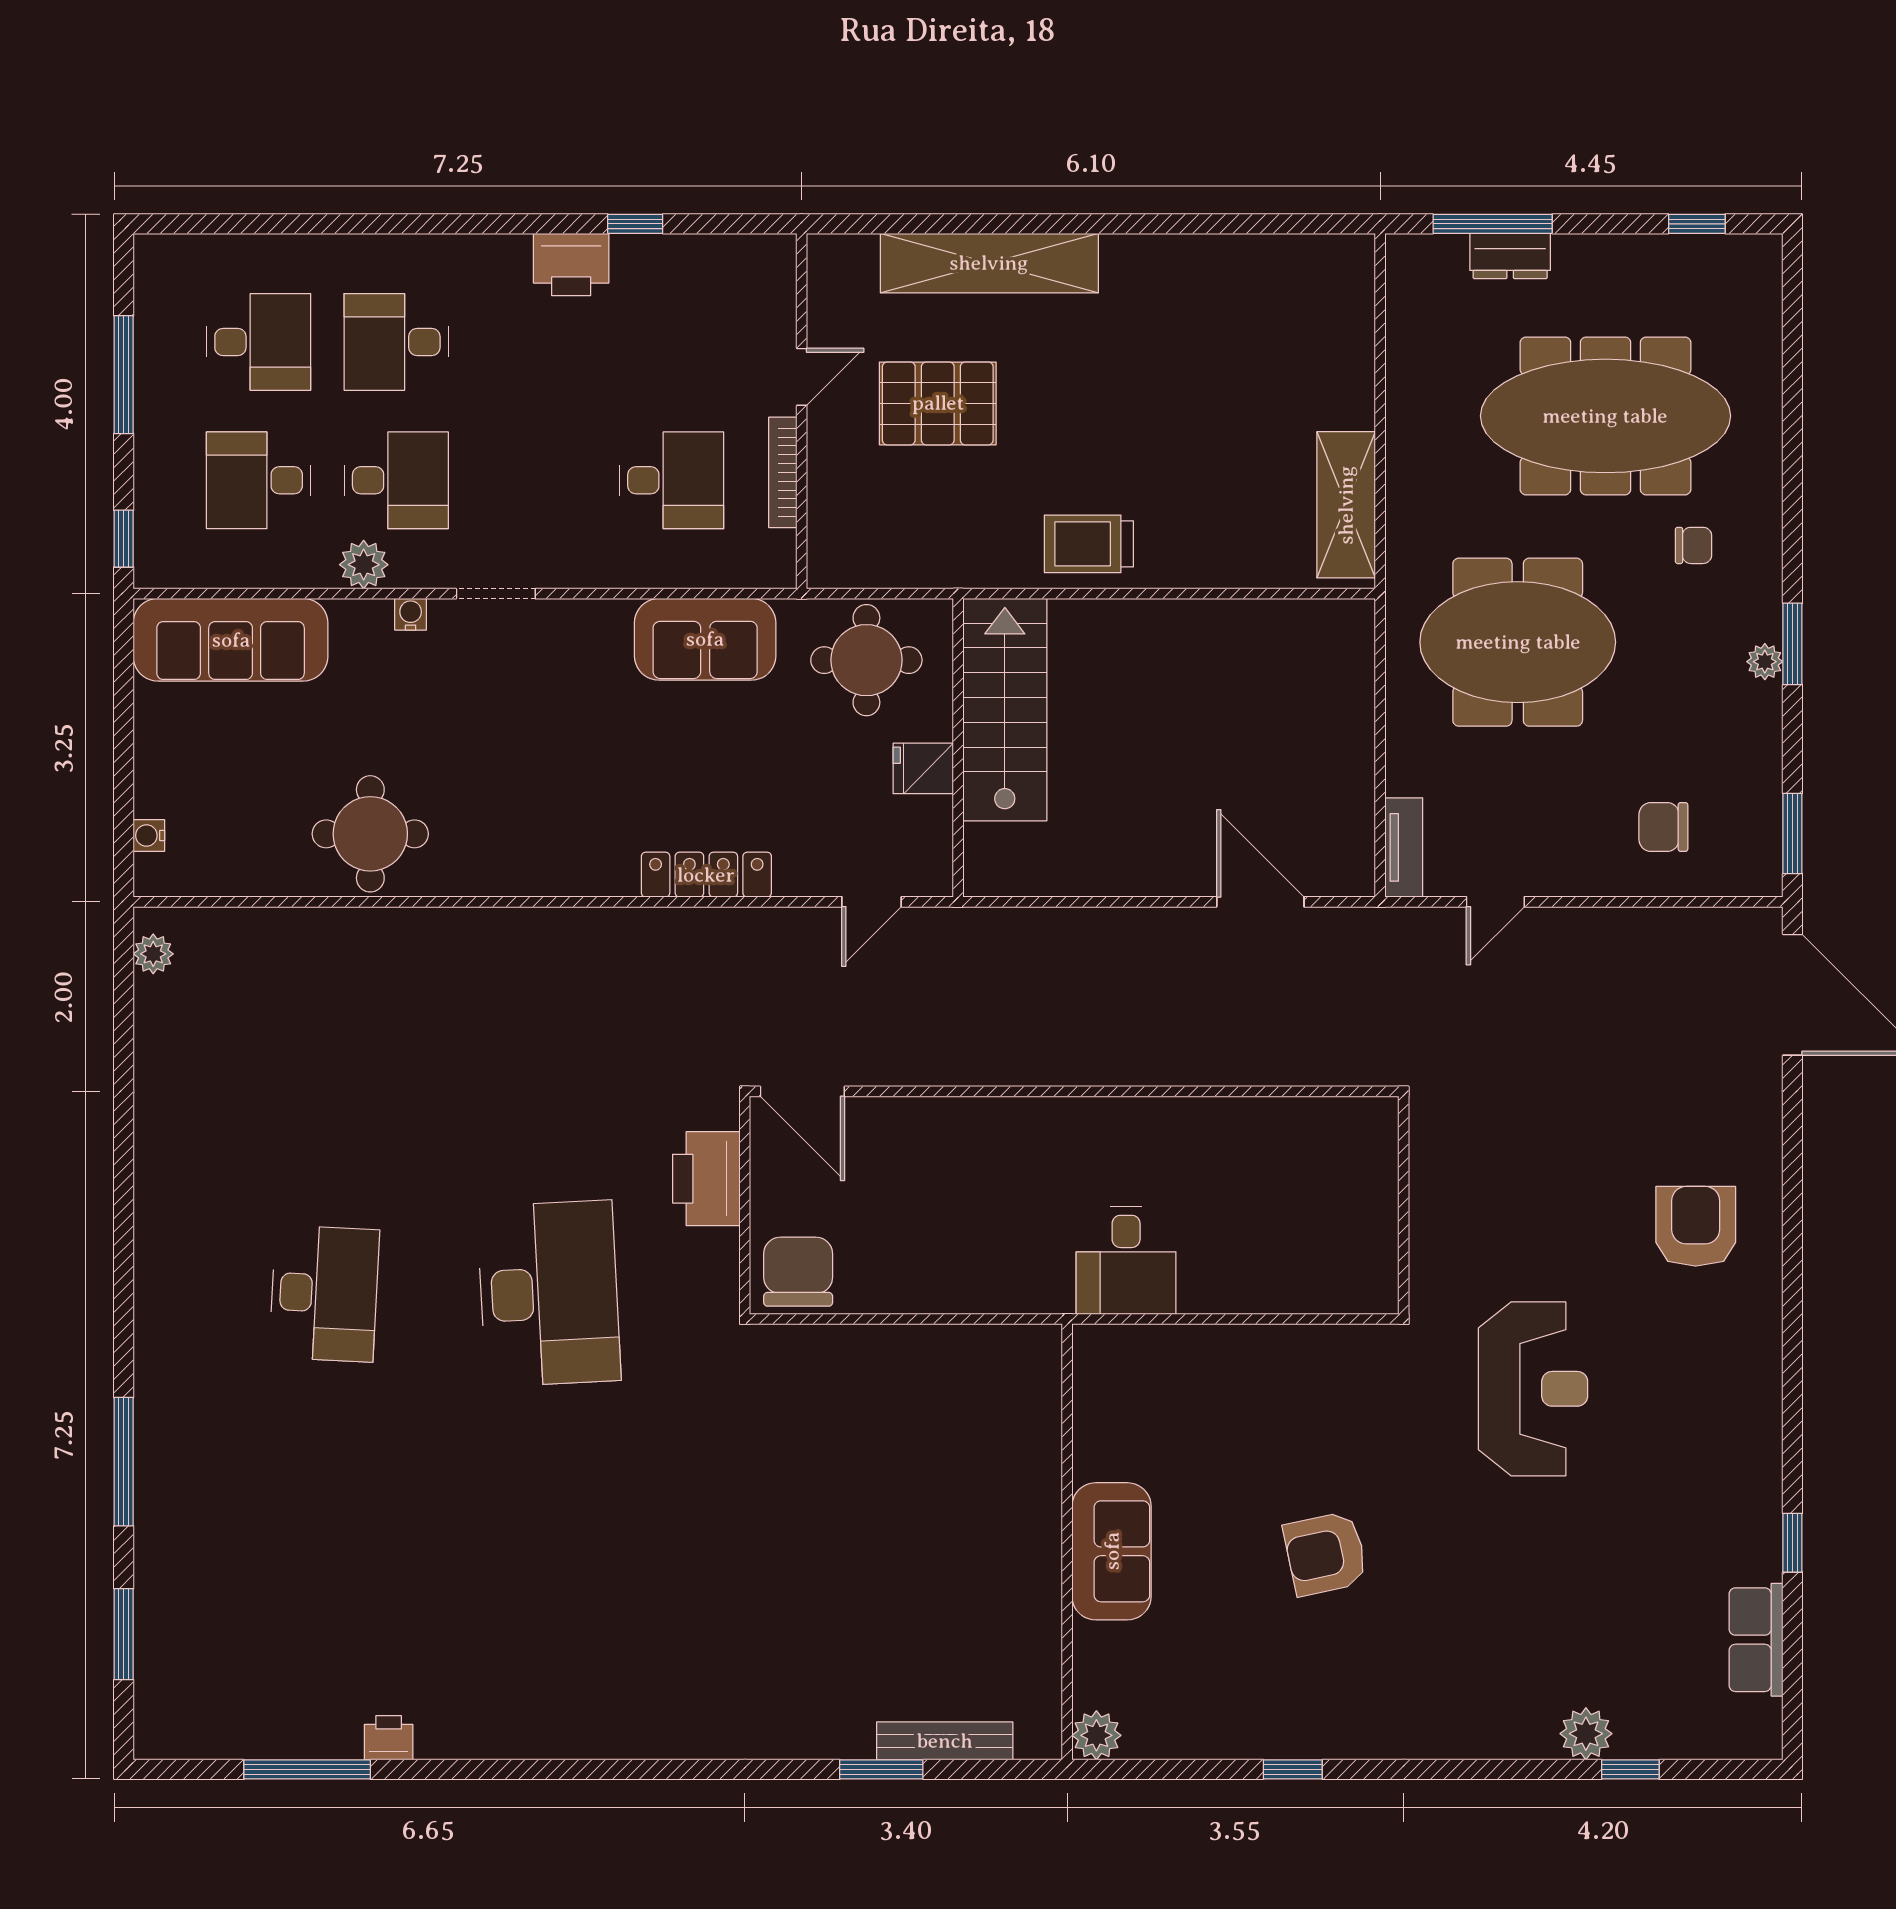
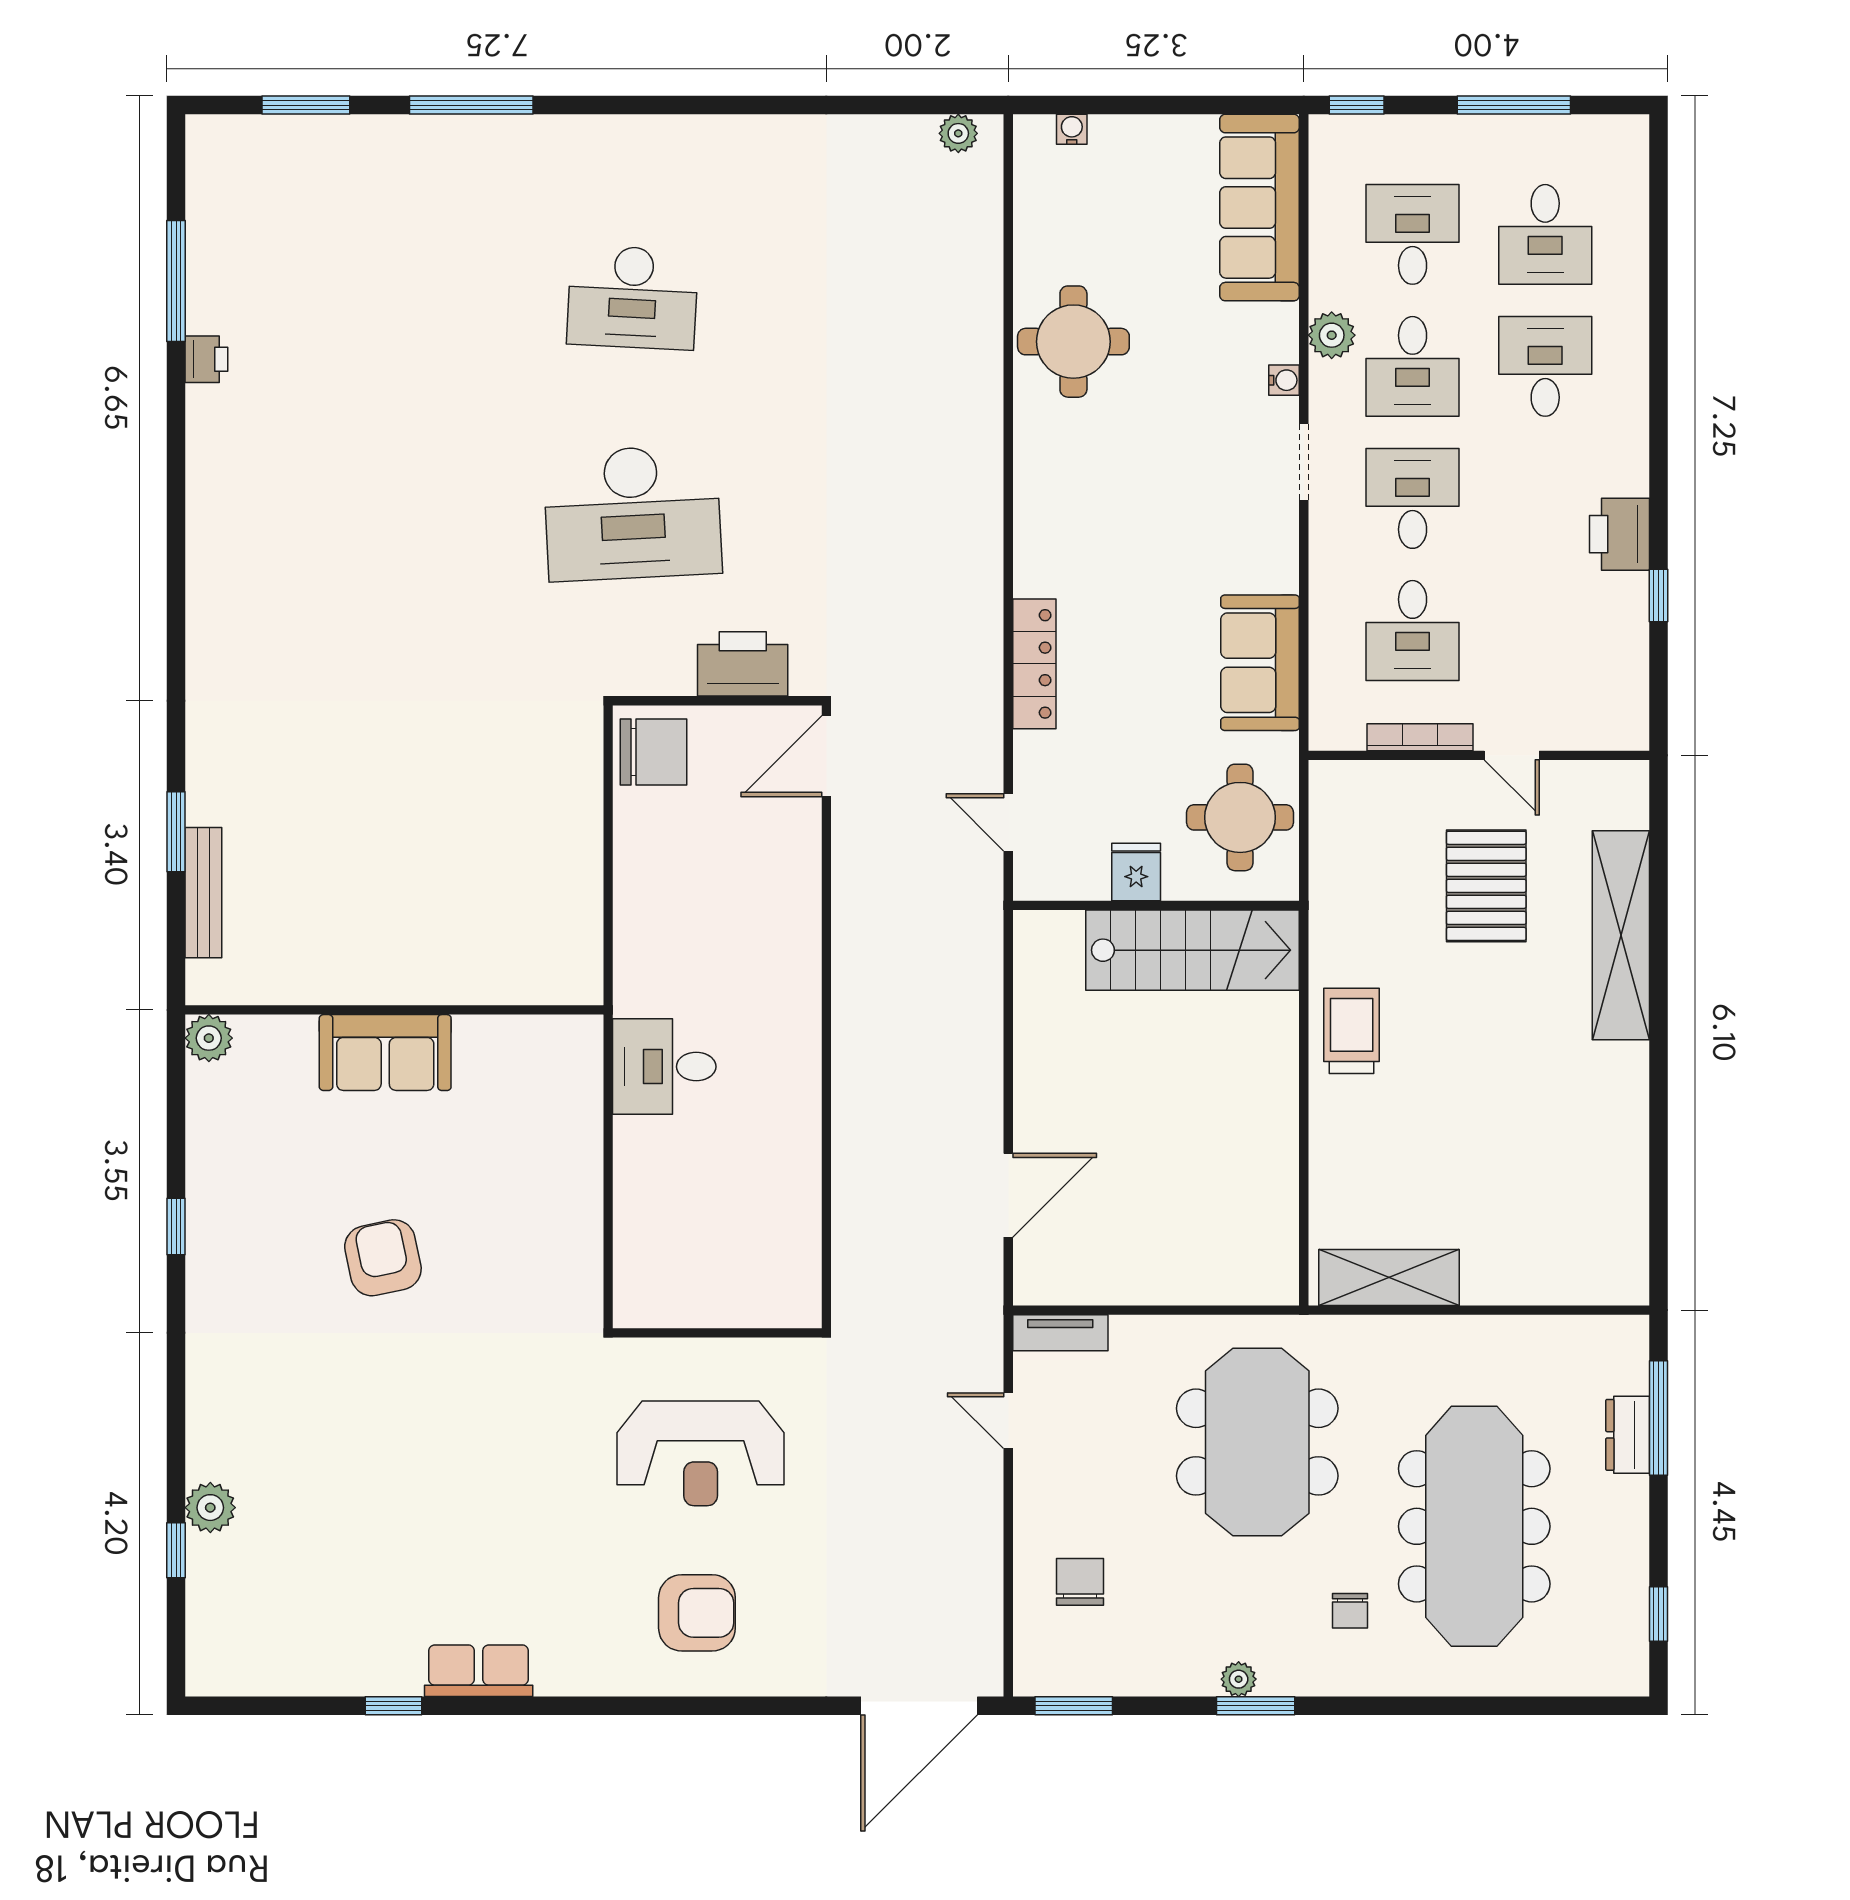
desk: (534, 480) -> (1413, 498), added
reception desk: (1533, 1389) -> (701, 1453), moved
row of seats: (1756, 1640) -> (479, 1671), moved

